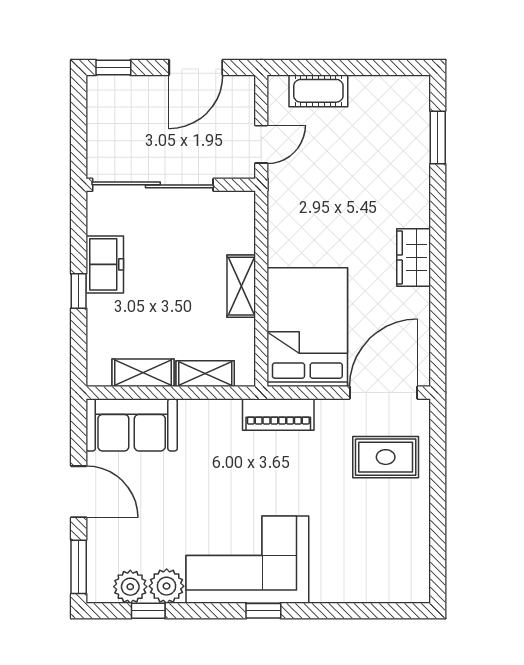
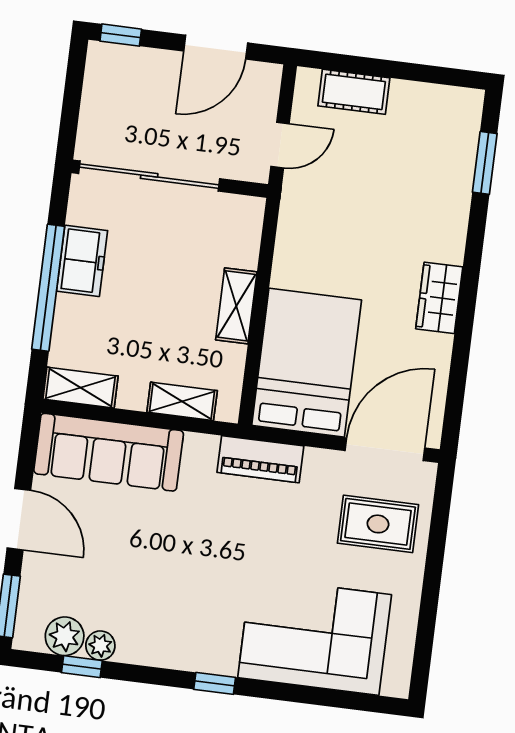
window: (79, 291) -> (48, 288), width x3.17
shelving: (143, 373) -> (80, 388), moved
sofa: (132, 425) -> (109, 452), width x1.36
corner sofa: (247, 560) -> (315, 636), moved
plant: (167, 586) -> (100, 646), width x0.73, depth x0.73

